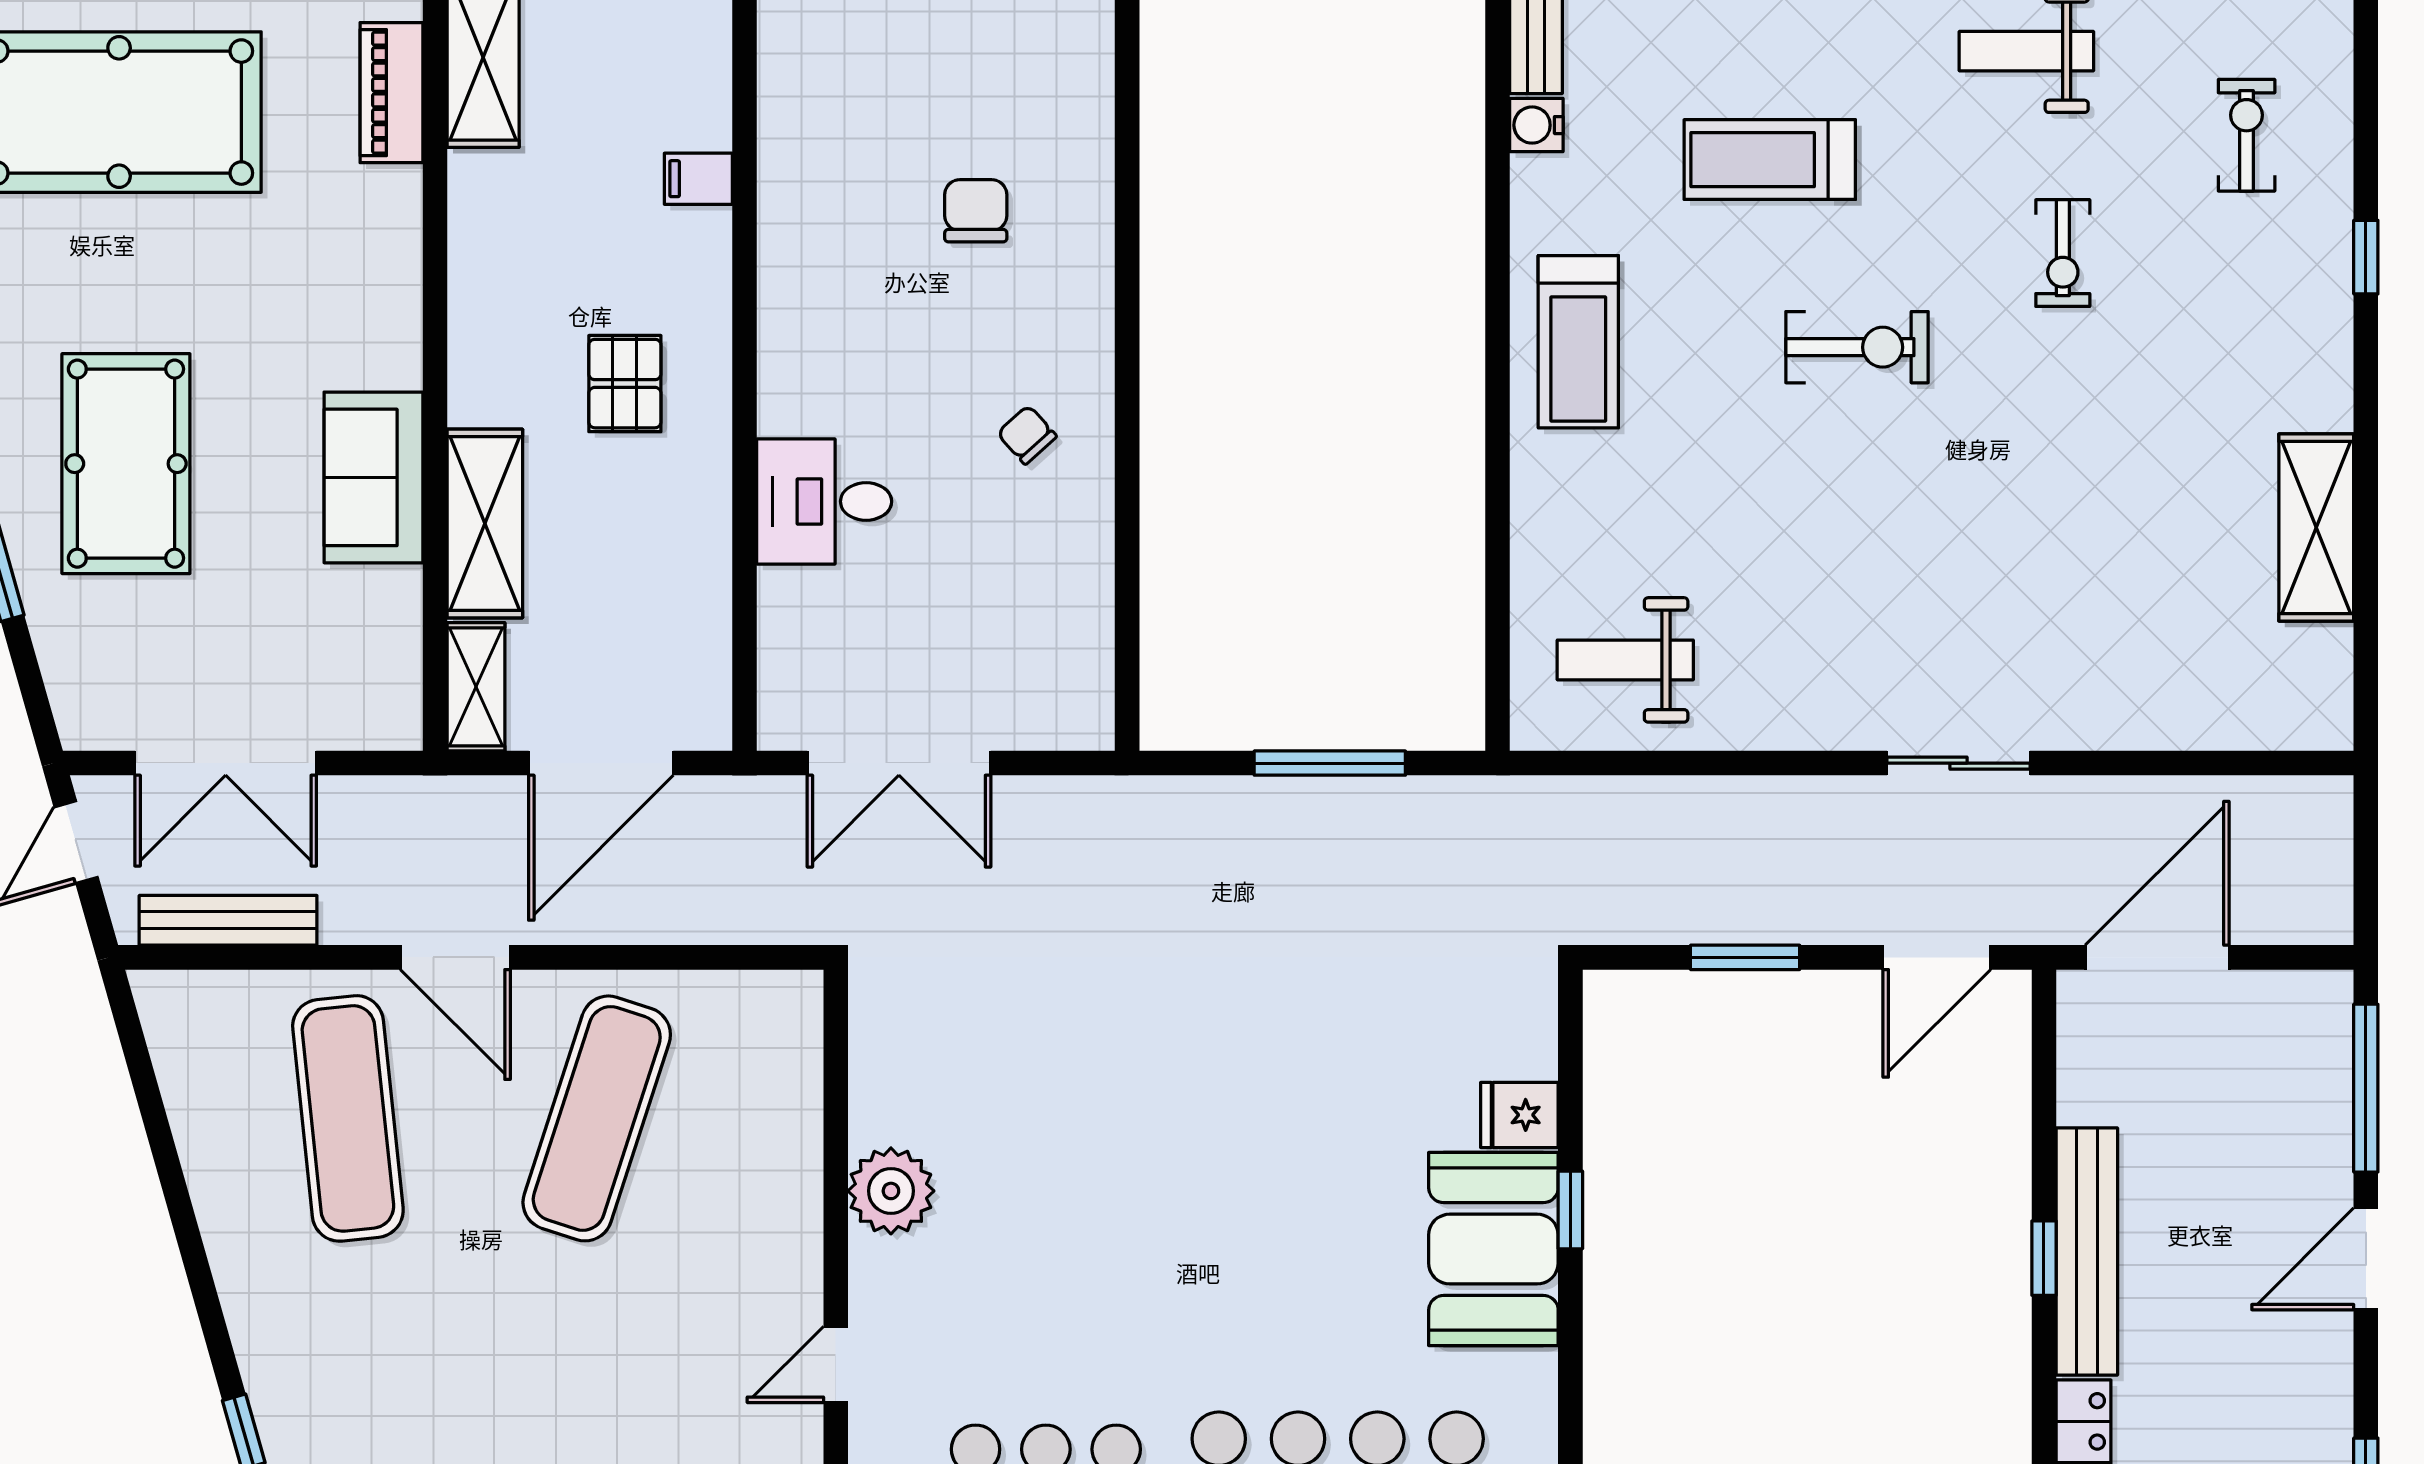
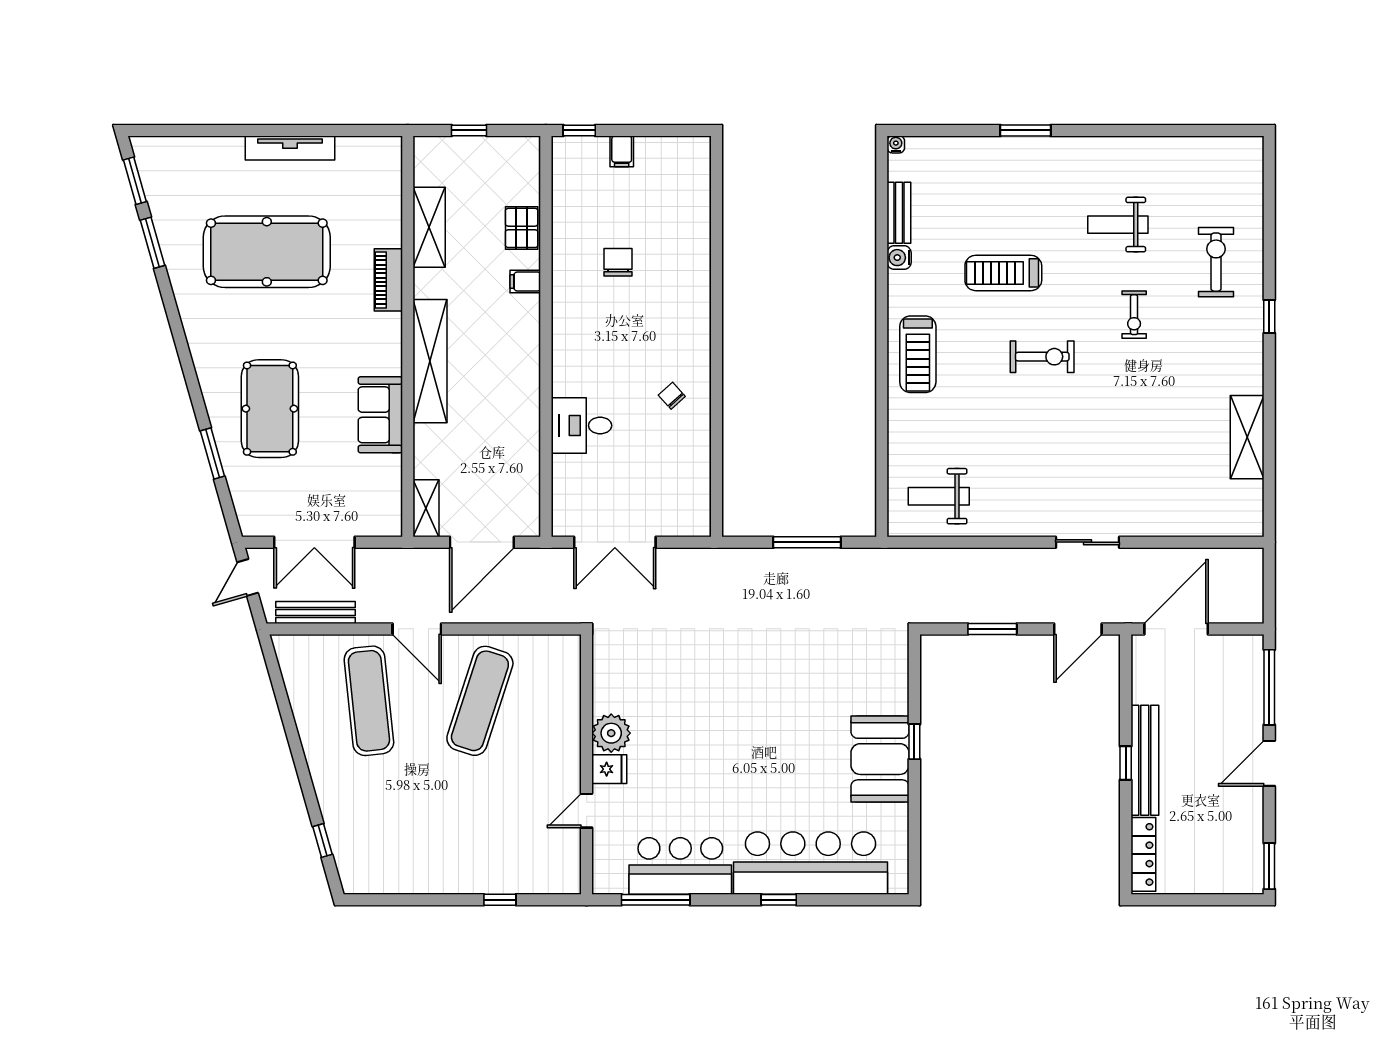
piano: (391, 93) -> (388, 280), moved
exercise bike: (2247, 135) -> (1216, 262), width x1.38, depth x1.39
chair: (976, 211) -> (618, 262), moved
pallet: (625, 384) -> (522, 228), moved
shelving: (485, 524) -> (430, 361), moved, width x1.47
fridge: (1519, 1115) -> (609, 769), moved, turned 180

